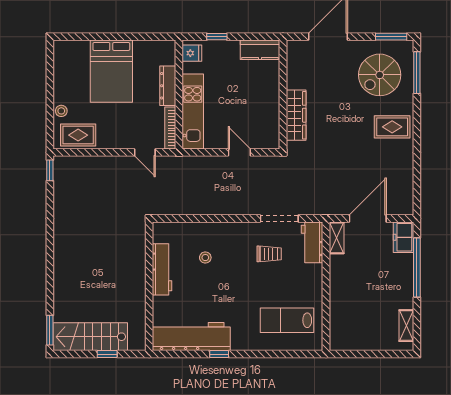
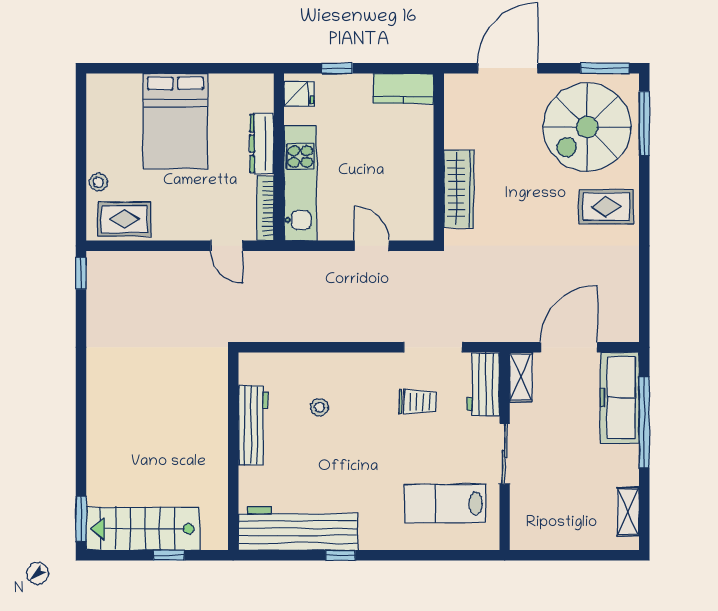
spiral stairs: (380, 75) -> (587, 127), width x1.37, depth x1.37
freezer: (404, 237) -> (620, 398), width x1.91, depth x1.26
sliding door: (326, 288) -> (505, 454), added

